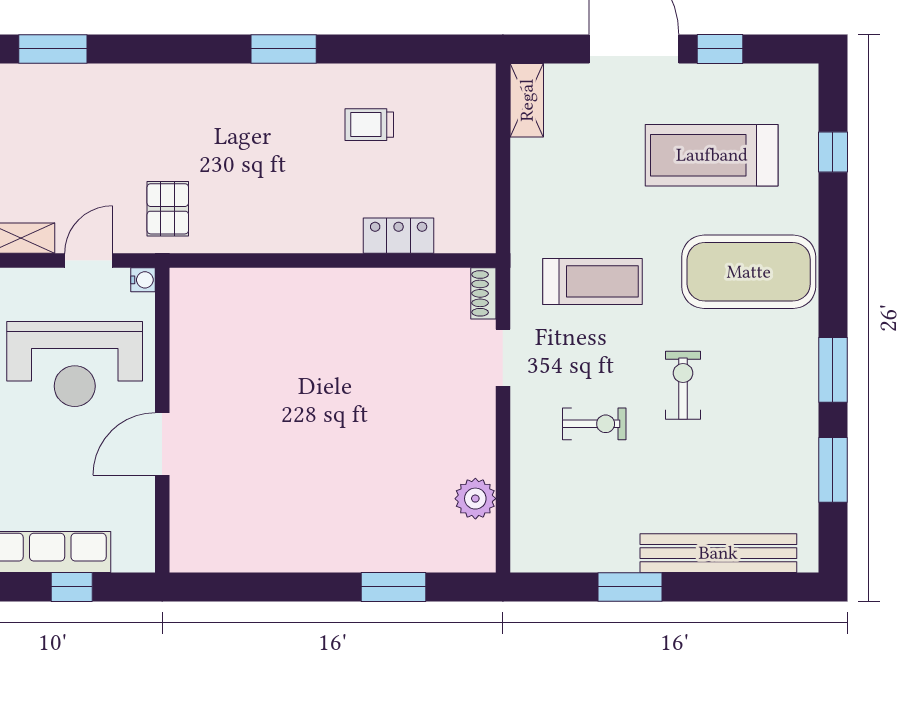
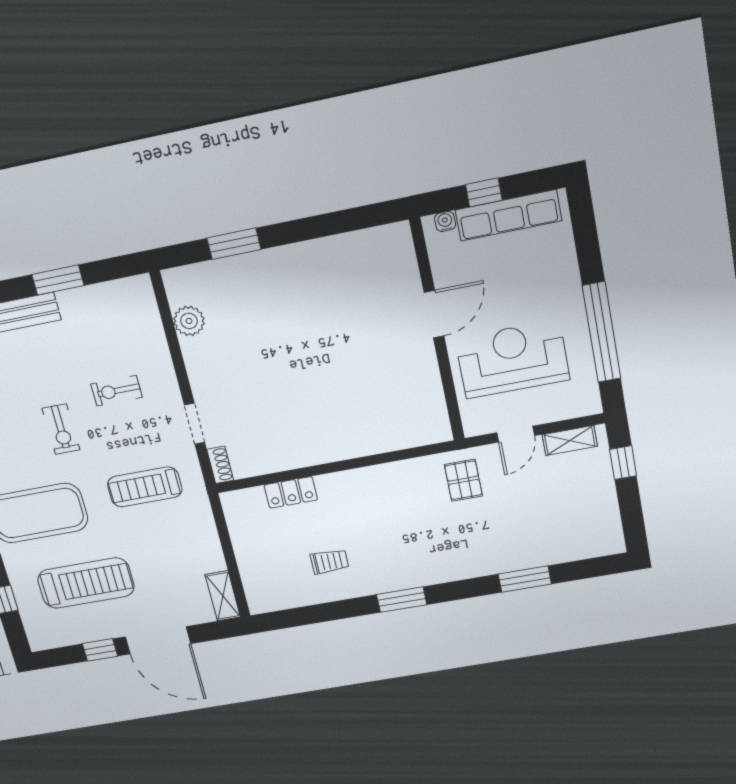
window: (53, 49) -> (525, 579), moved
water cooler: (143, 280) -> (445, 222), moved, turned 90

